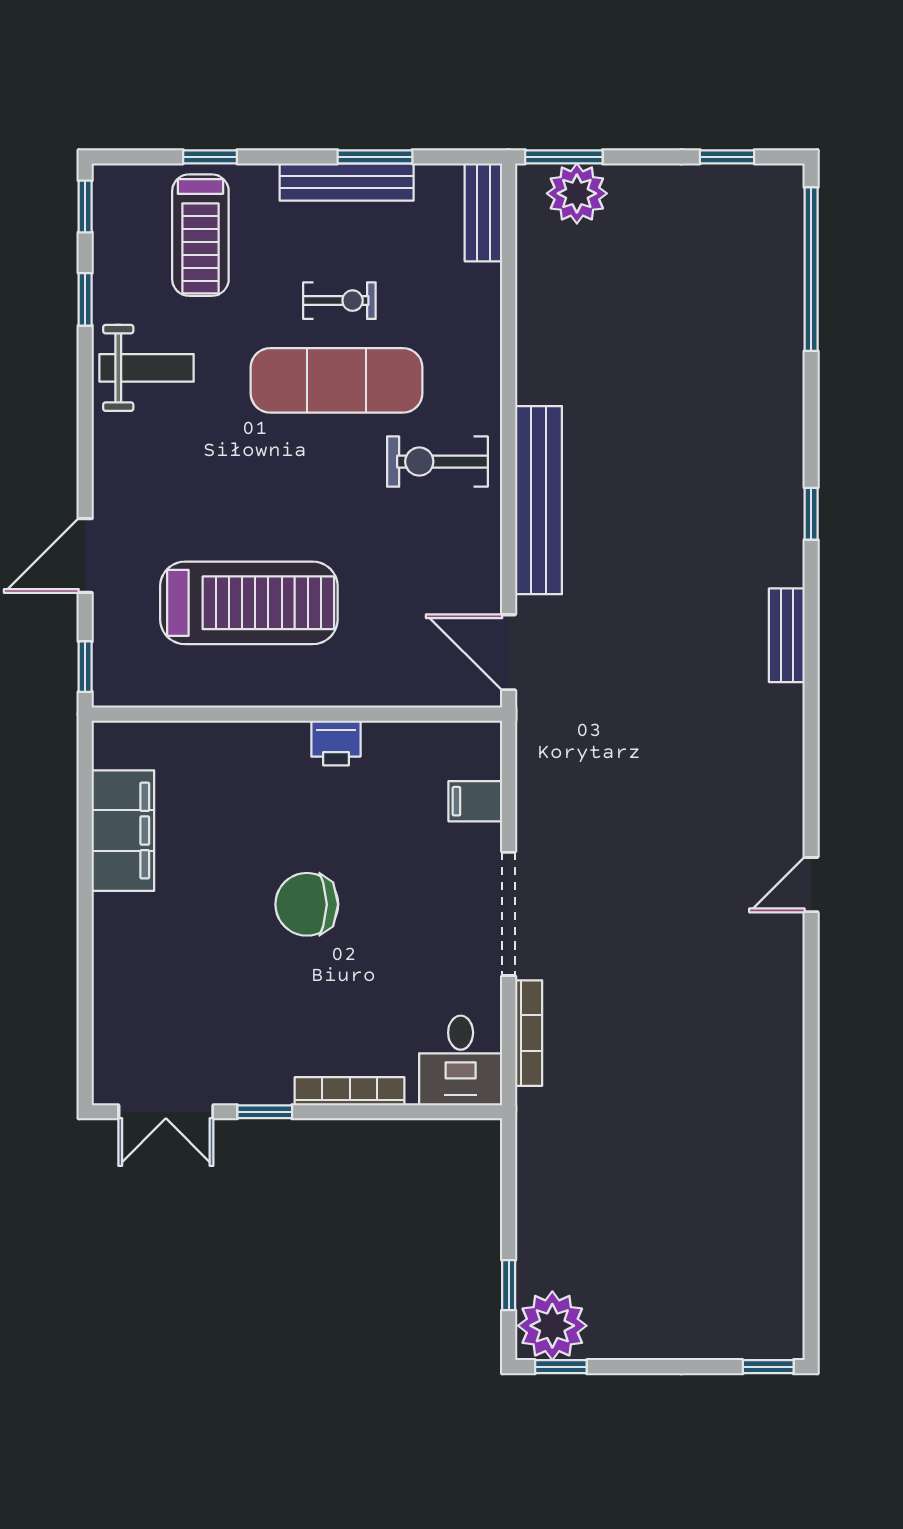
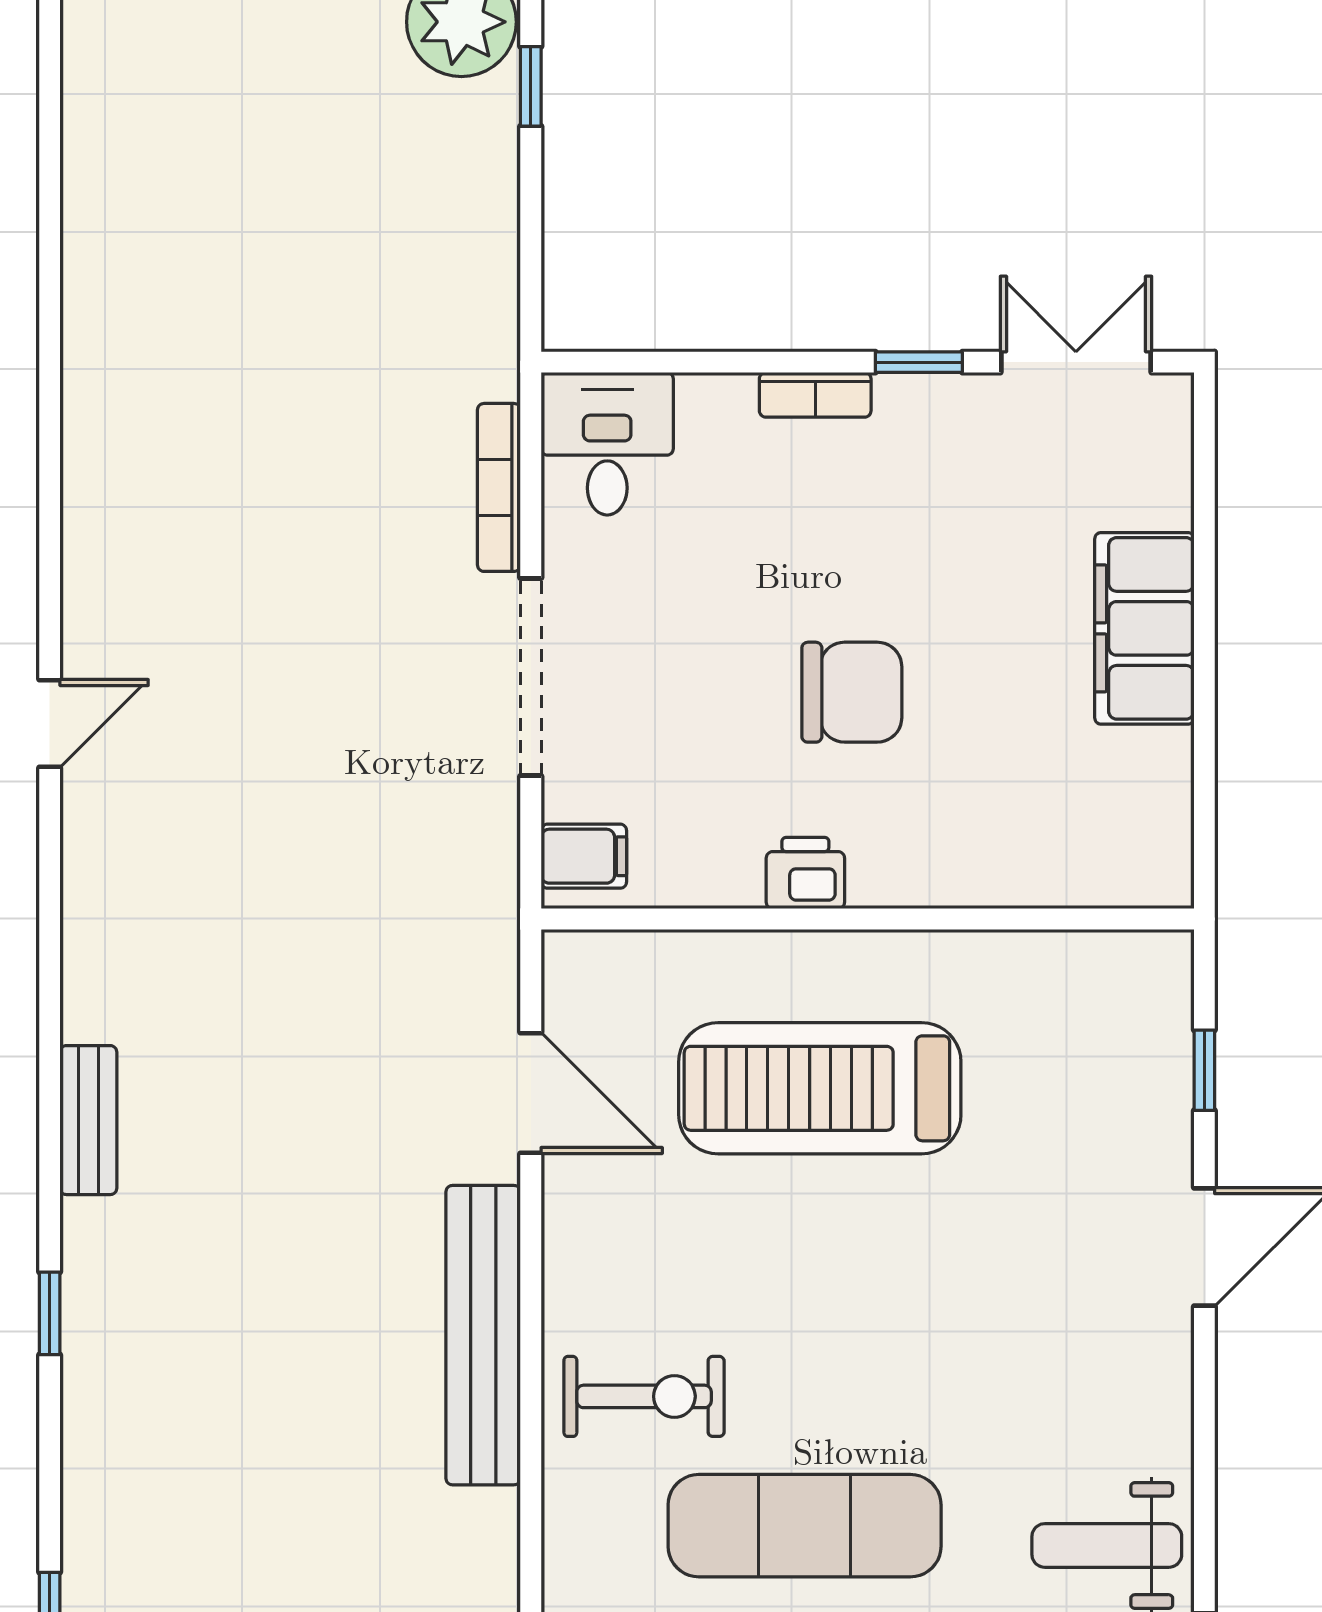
treadmill: (249, 603) -> (820, 1088), moved
wall: (297, 714) -> (868, 919), moved
printer: (336, 743) -> (805, 873), moved
filing cabinet: (123, 831) -> (1144, 628), moved
bookcase: (350, 1091) -> (815, 395), width x0.64

